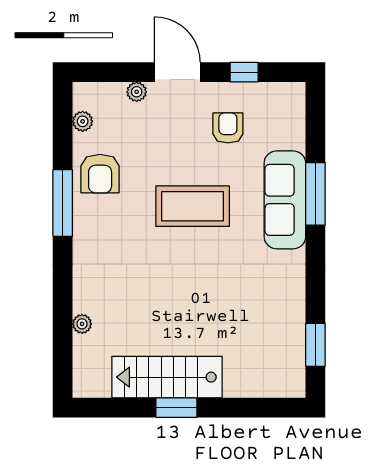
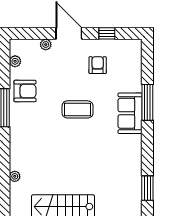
armchair: (100, 174) -> (25, 91), turned -90
sofa: (285, 200) -> (130, 113), width x0.73
coffee table: (193, 206) -> (78, 109), width x0.73, depth x0.76

